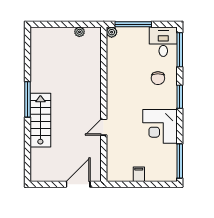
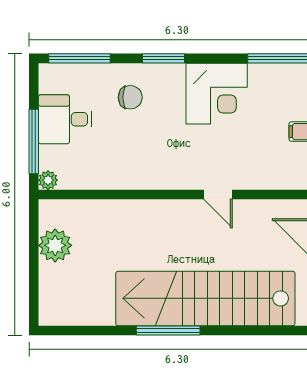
plant: (79, 32) -> (55, 245), width x1.87, depth x1.87
desk: (163, 42) -> (65, 119), moved
stairs: (40, 120) -> (205, 298), width x1.86, depth x1.51

